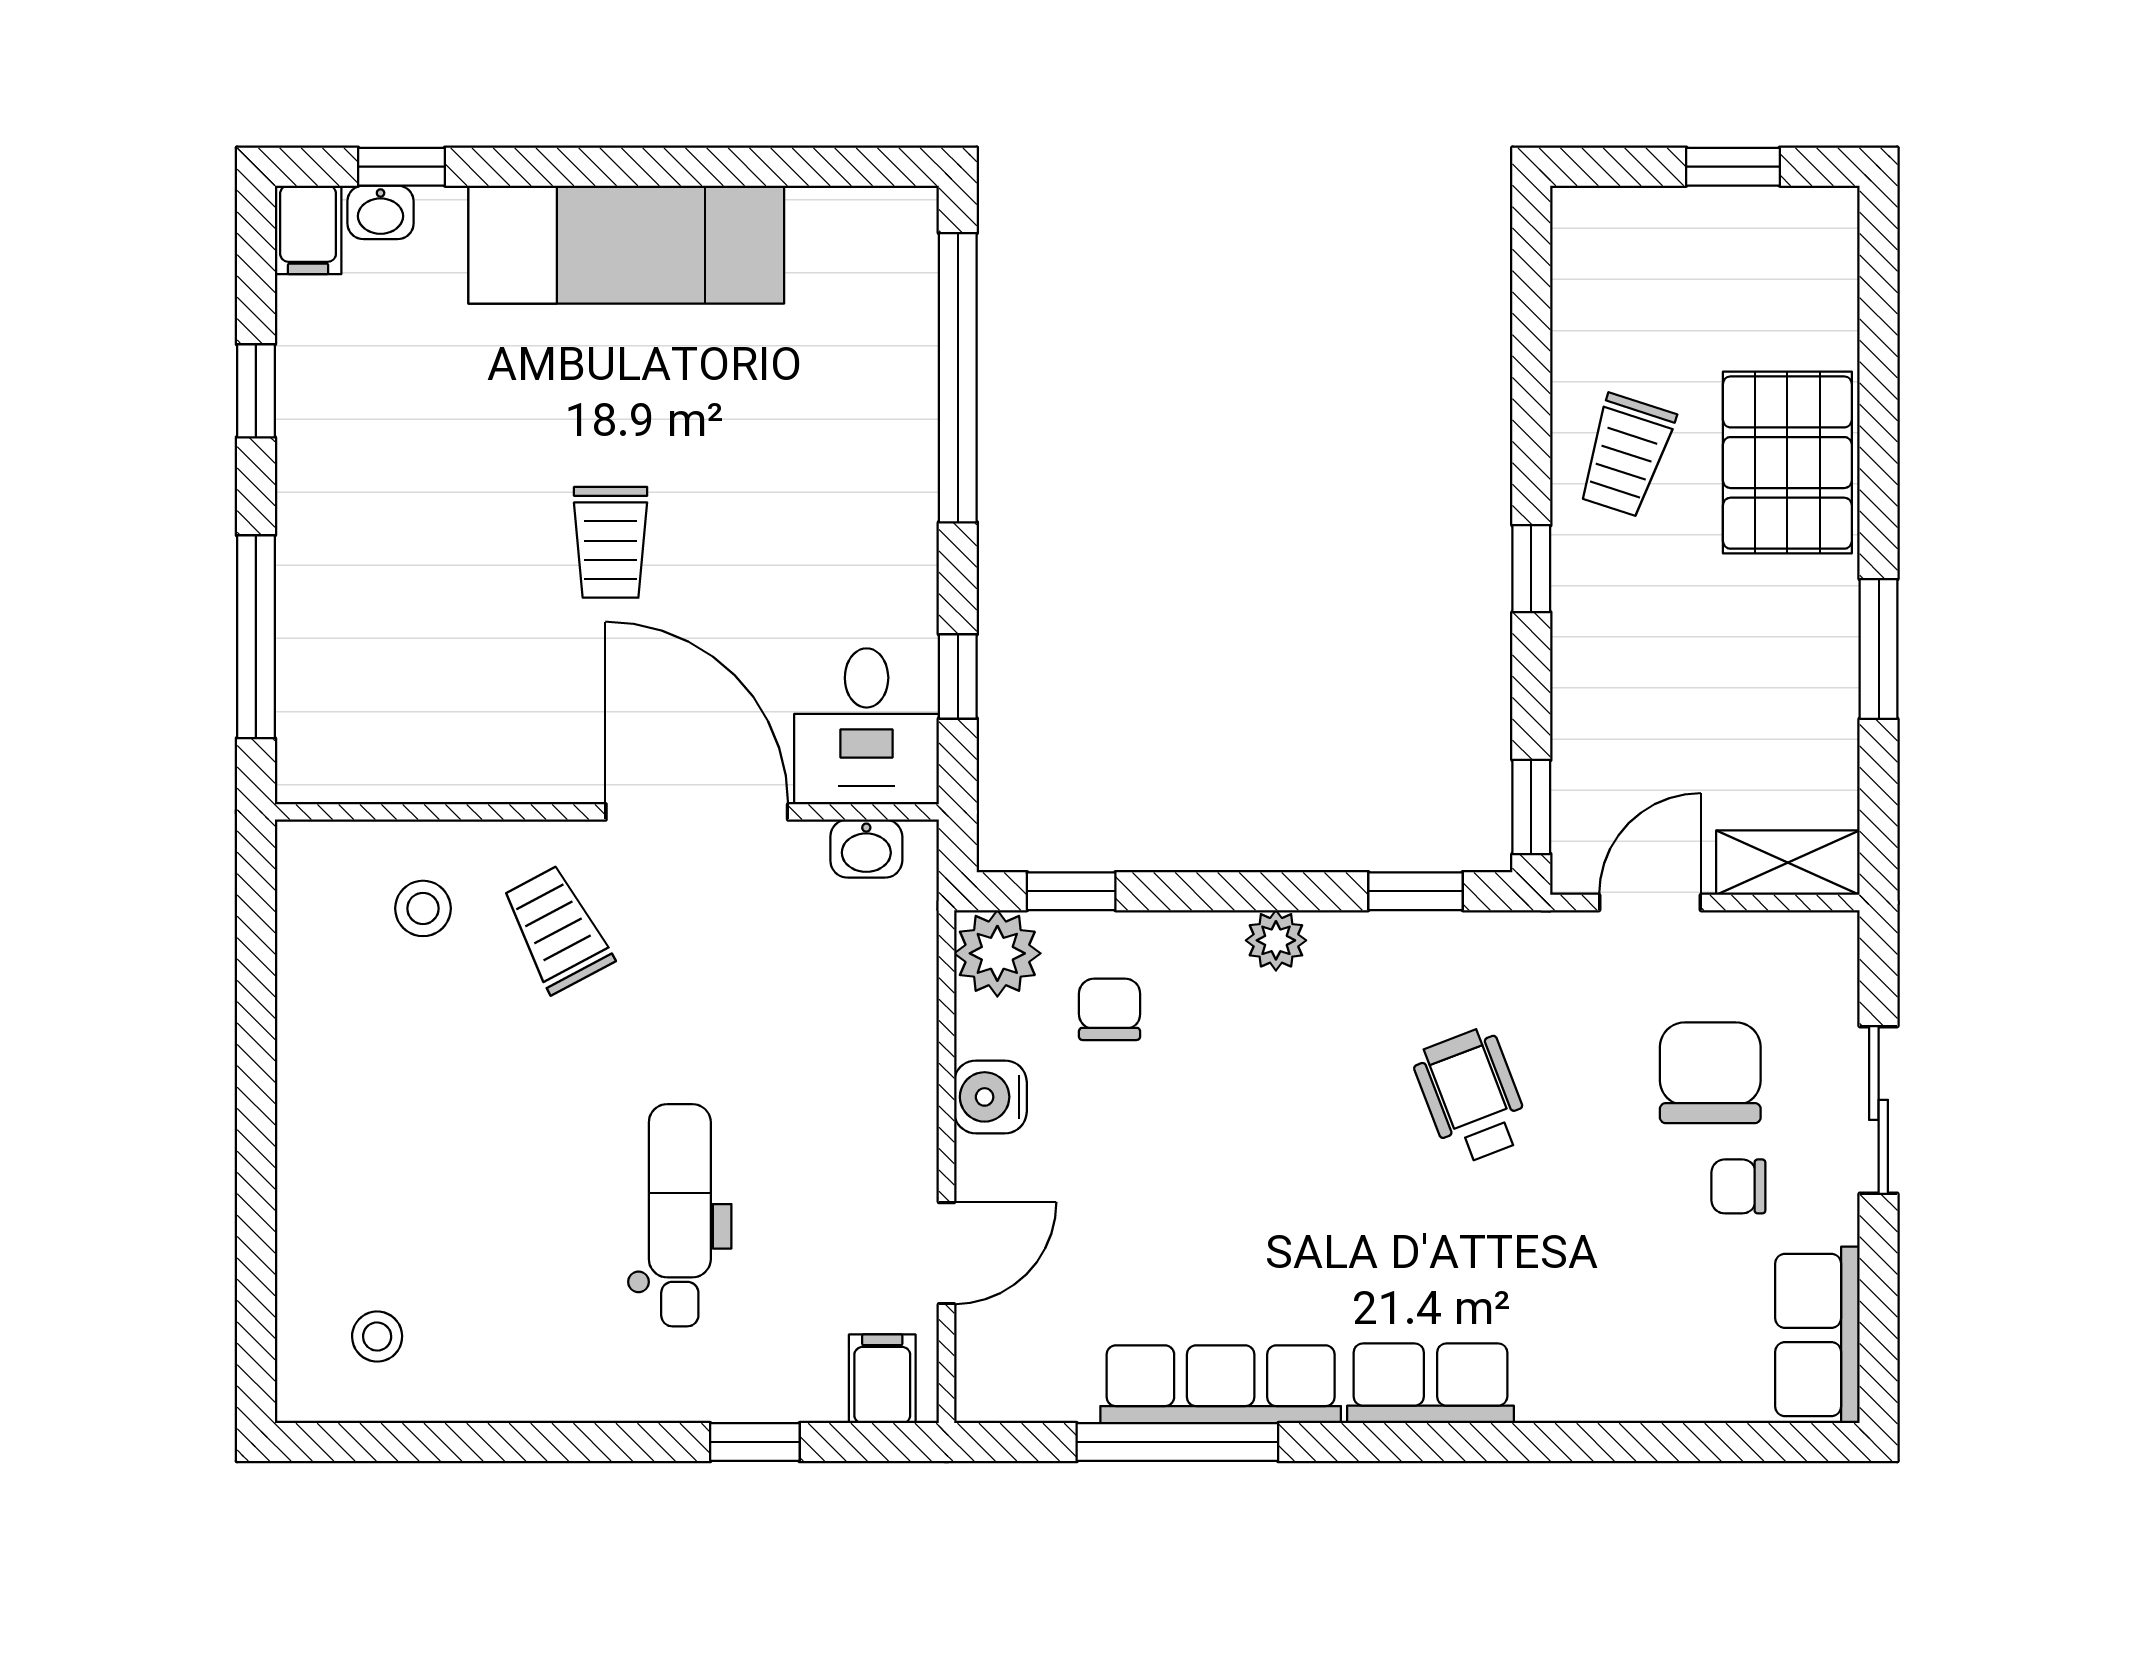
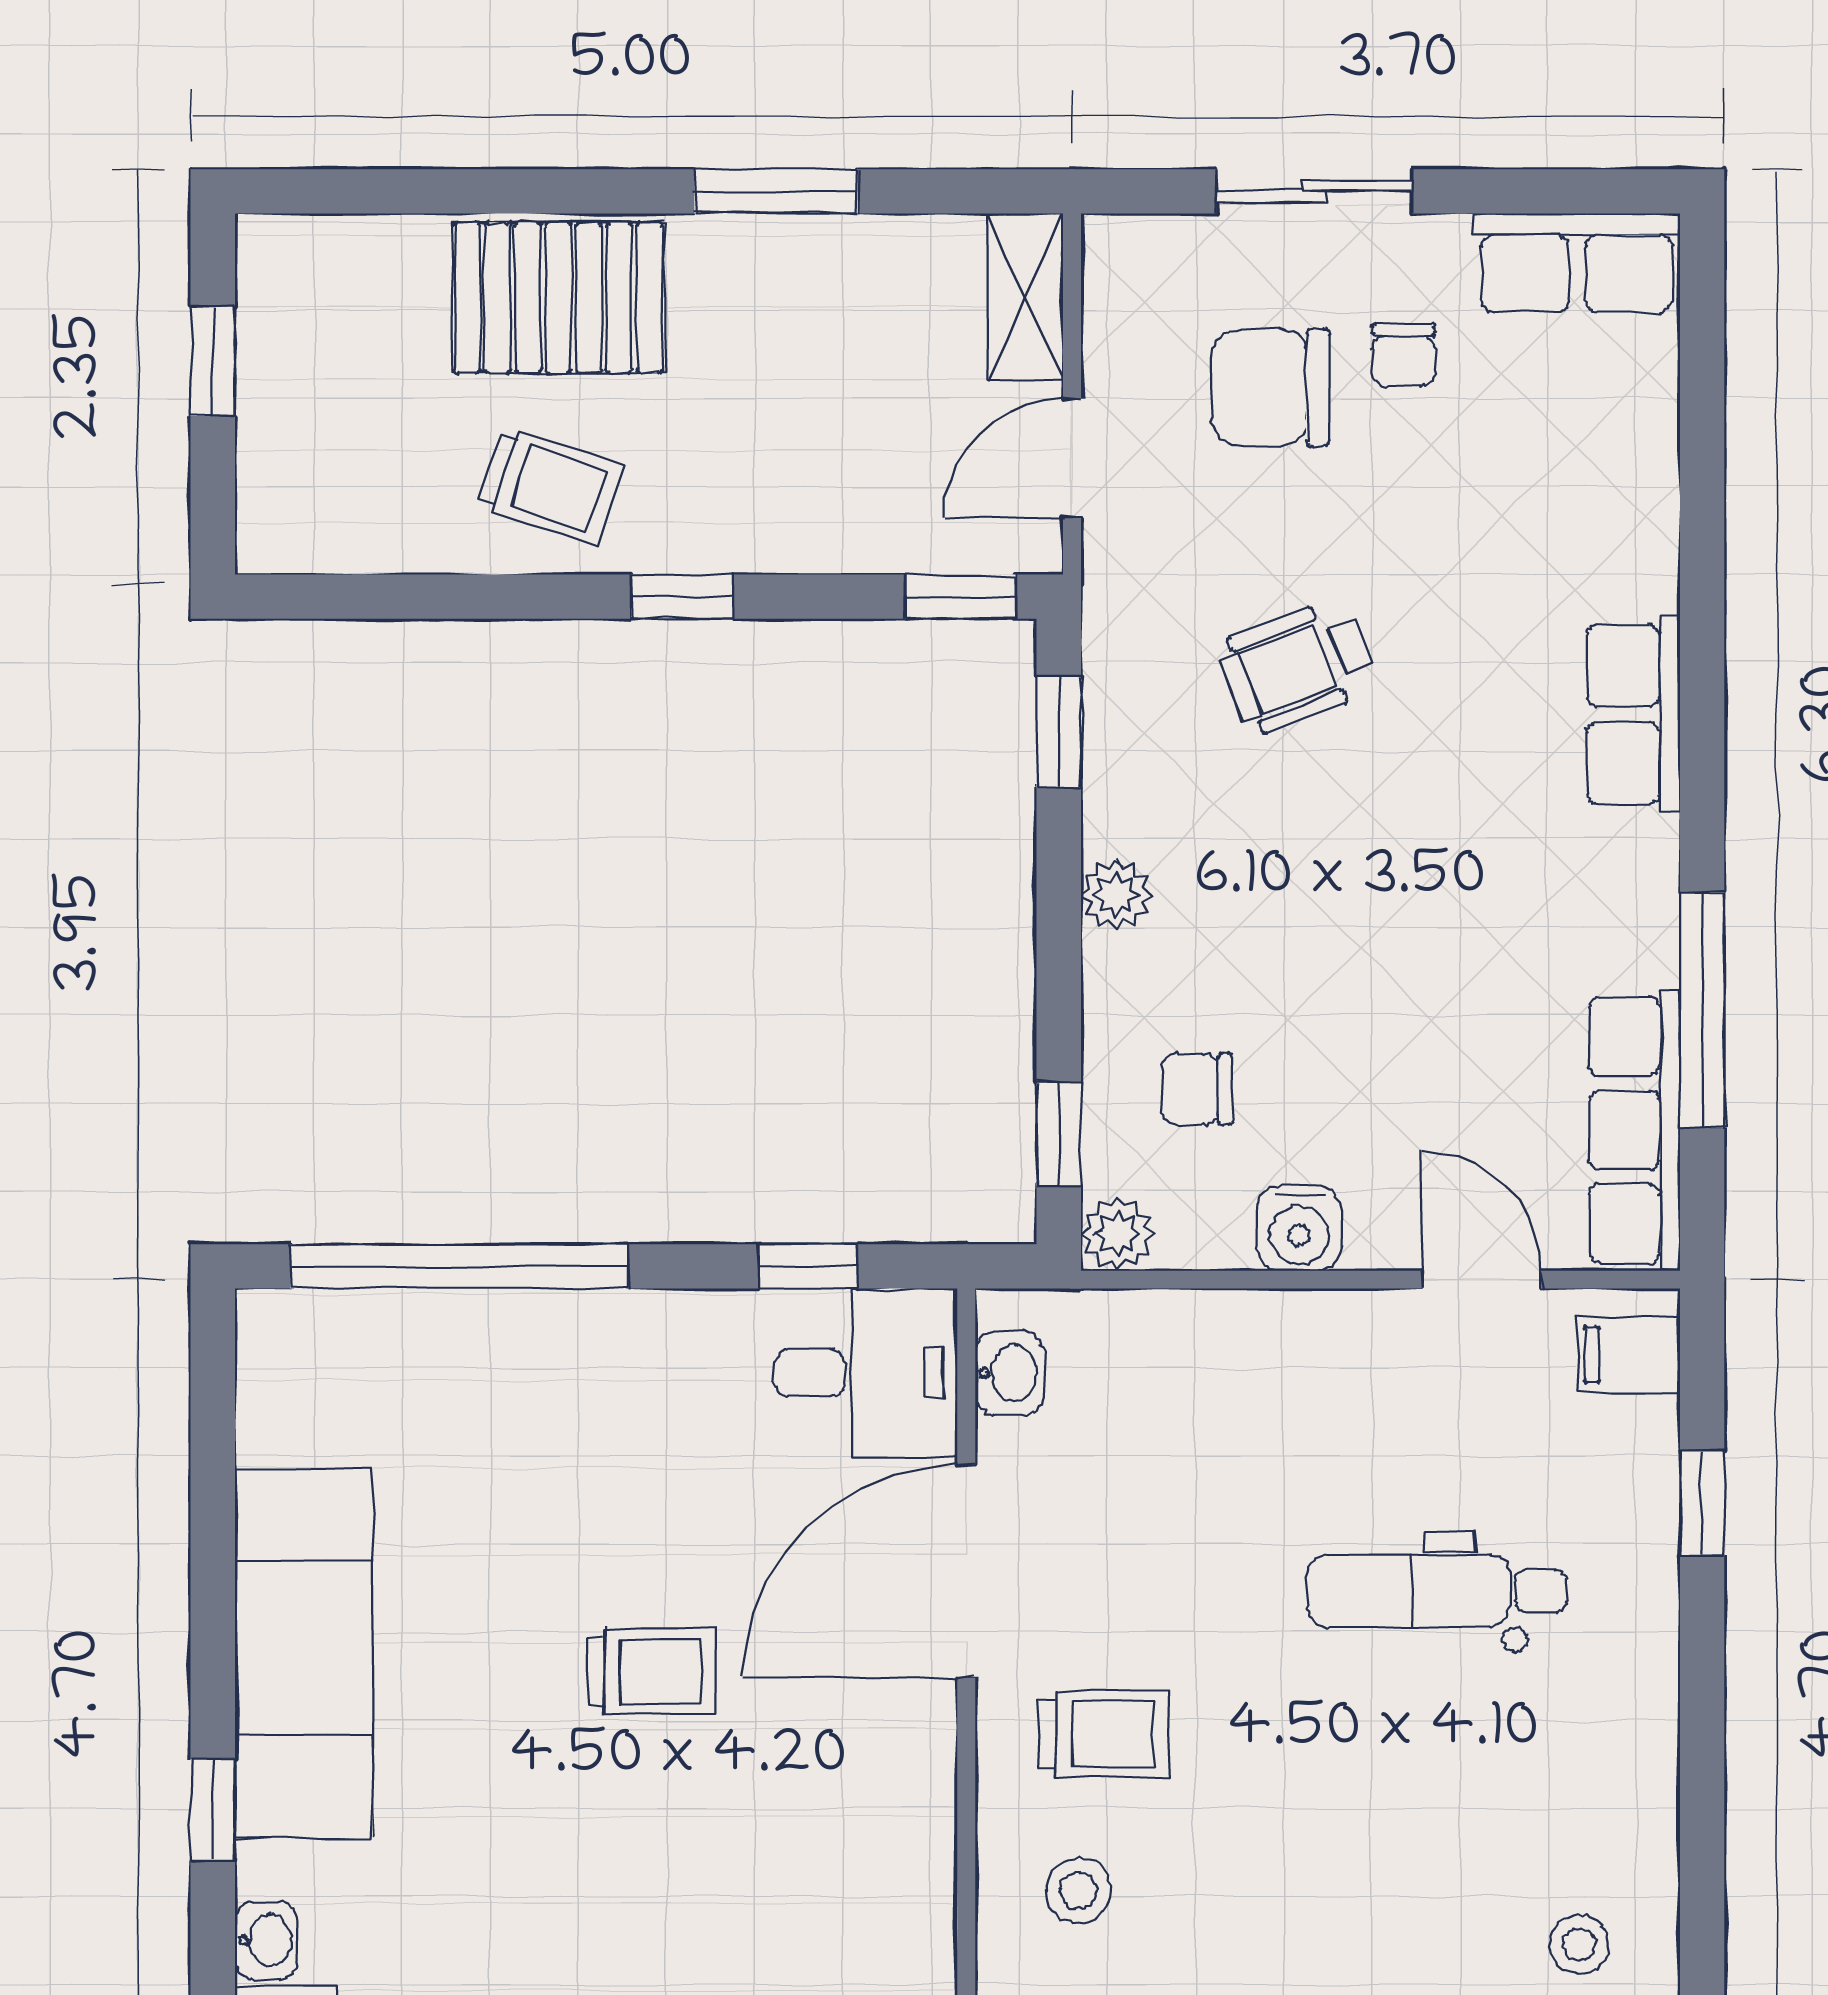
window: (401, 167) -> (213, 1810), moved
door: (1650, 902) -> (1072, 458), hinge flipped
trolley: (557, 929) -> (1103, 1734), turned -152
plant: (997, 953) -> (1118, 1234), width x0.73, depth x0.73
row of seats: (1221, 1384) -> (1635, 1130), moved

